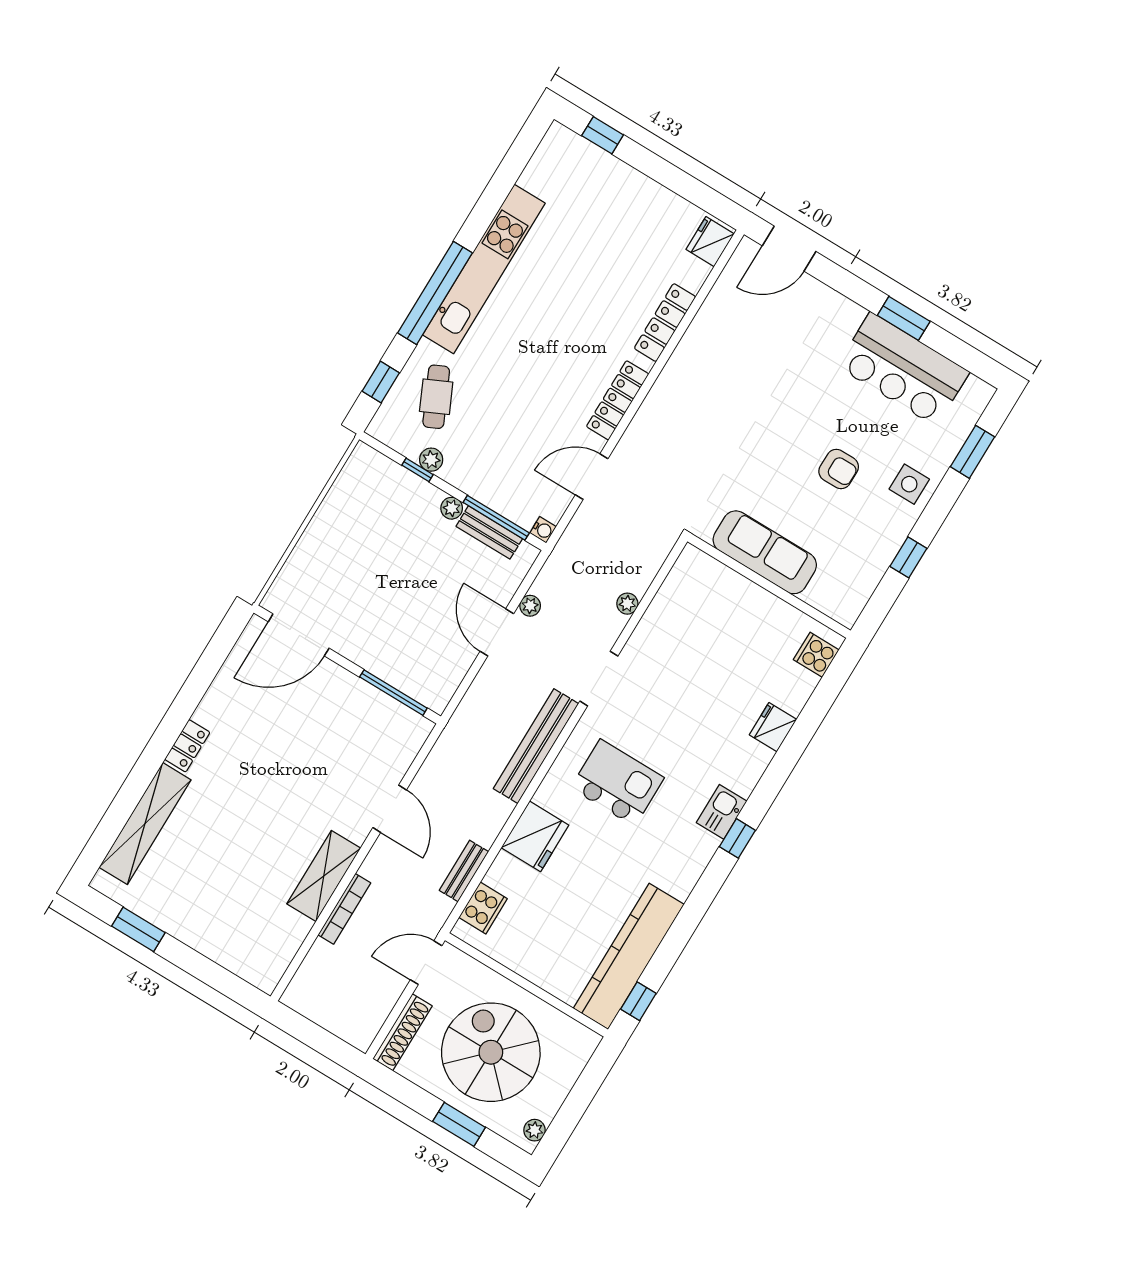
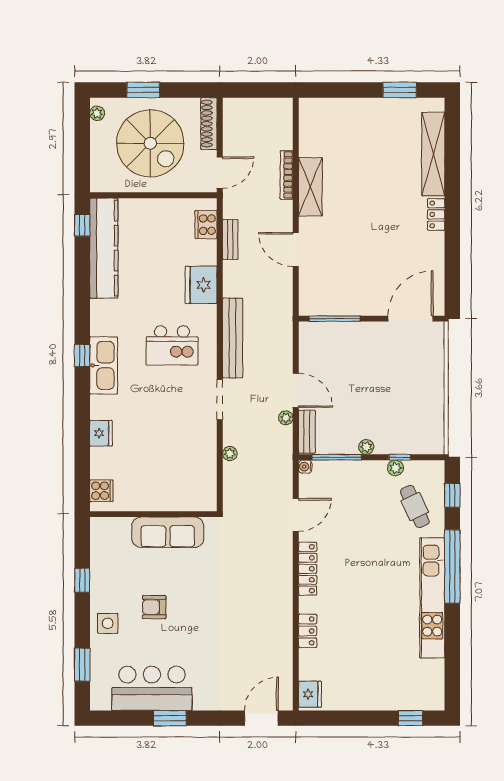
locker: (665, 323) -> (308, 631), width x0.66
bench: (489, 532) -> (307, 432), moved, turned 90
kitchen sink: (722, 812) -> (104, 365), width x1.87, depth x1.24

